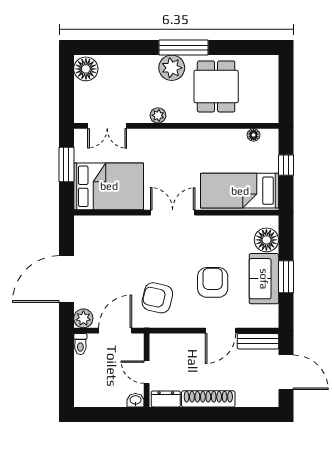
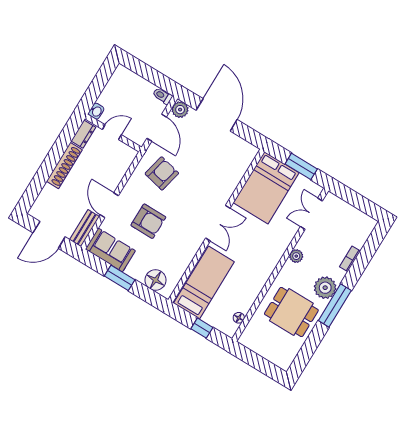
bookcase: (128, 61) -> (350, 259), added
floor lamp: (86, 69) -> (363, 224), removed
sofa: (264, 279) -> (110, 250), moved

